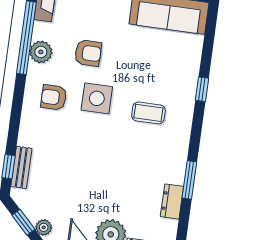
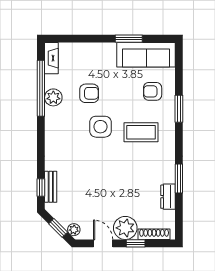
window: (202, 89) -> (179, 109), width x1.50
armchair: (54, 97) -> (153, 91), moved
coffee table: (148, 113) -> (141, 132), width x1.36, depth x1.30

